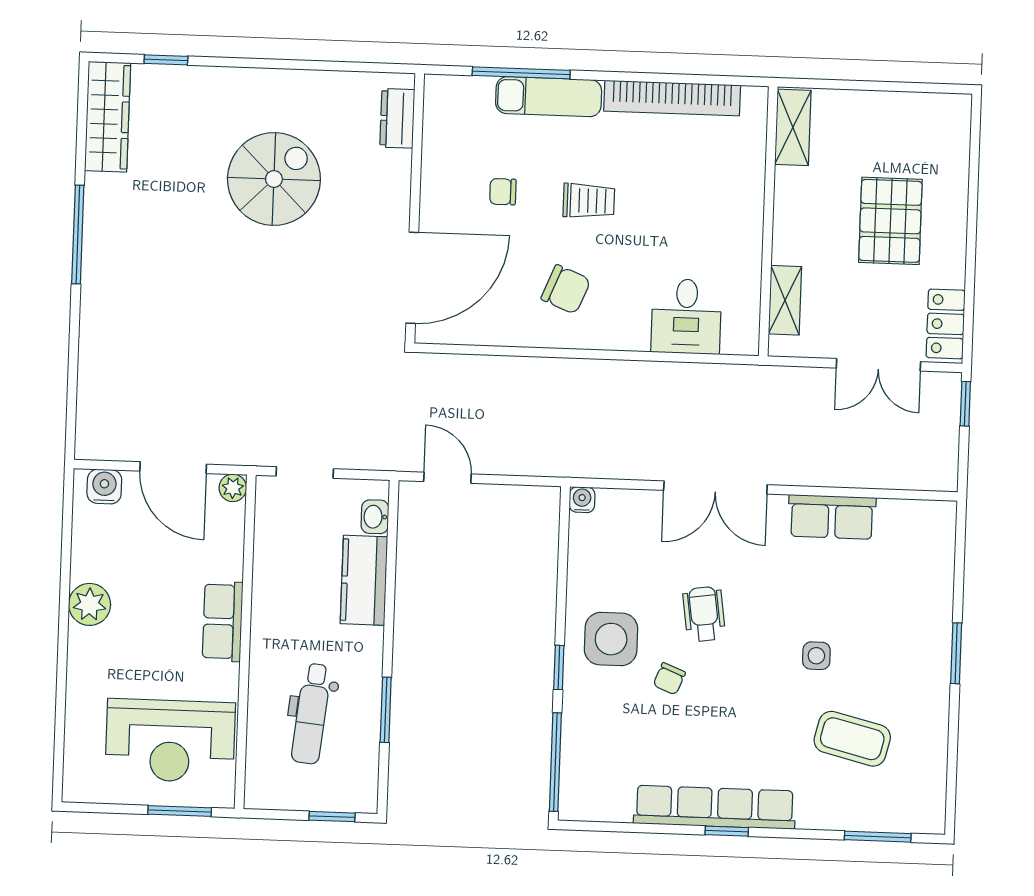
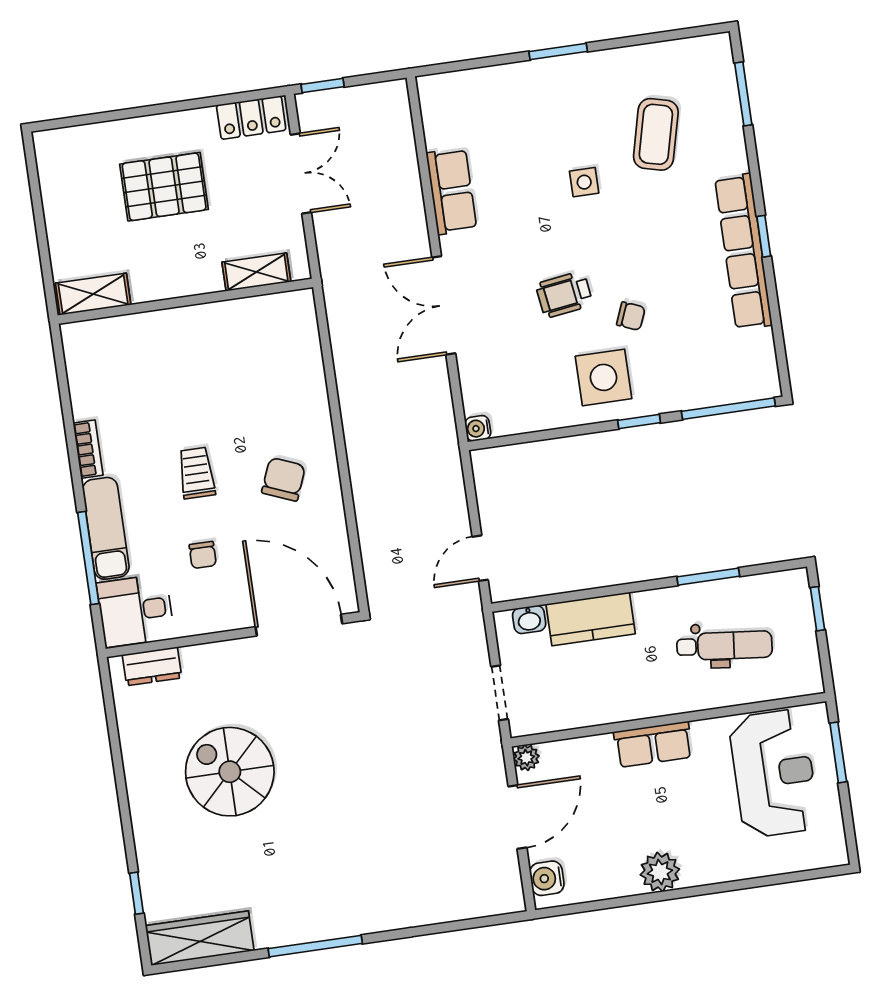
bookcase: (672, 98) -> (88, 449), width x0.43, depth x0.76
desk: (686, 316) -> (136, 611), moved, turned 180
double door: (715, 487) -> (444, 305), swing flipped

